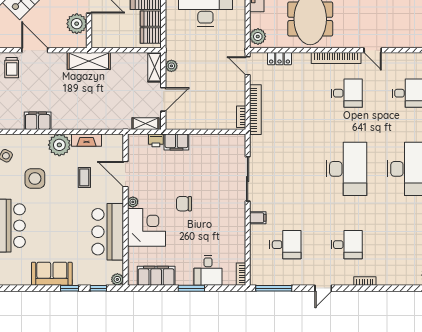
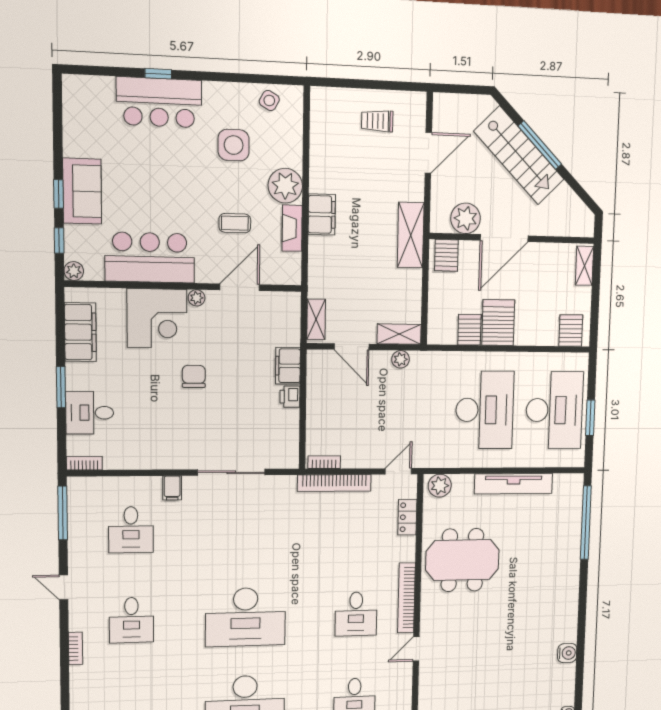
server rack: (151, 35) -> (446, 255), moved, turned 180
trolley: (12, 68) -> (377, 121), moved
filing cabinet: (38, 121) -> (322, 214), moved
printer: (156, 140) -> (290, 397), moved
sofa: (52, 274) -> (82, 191), moved

